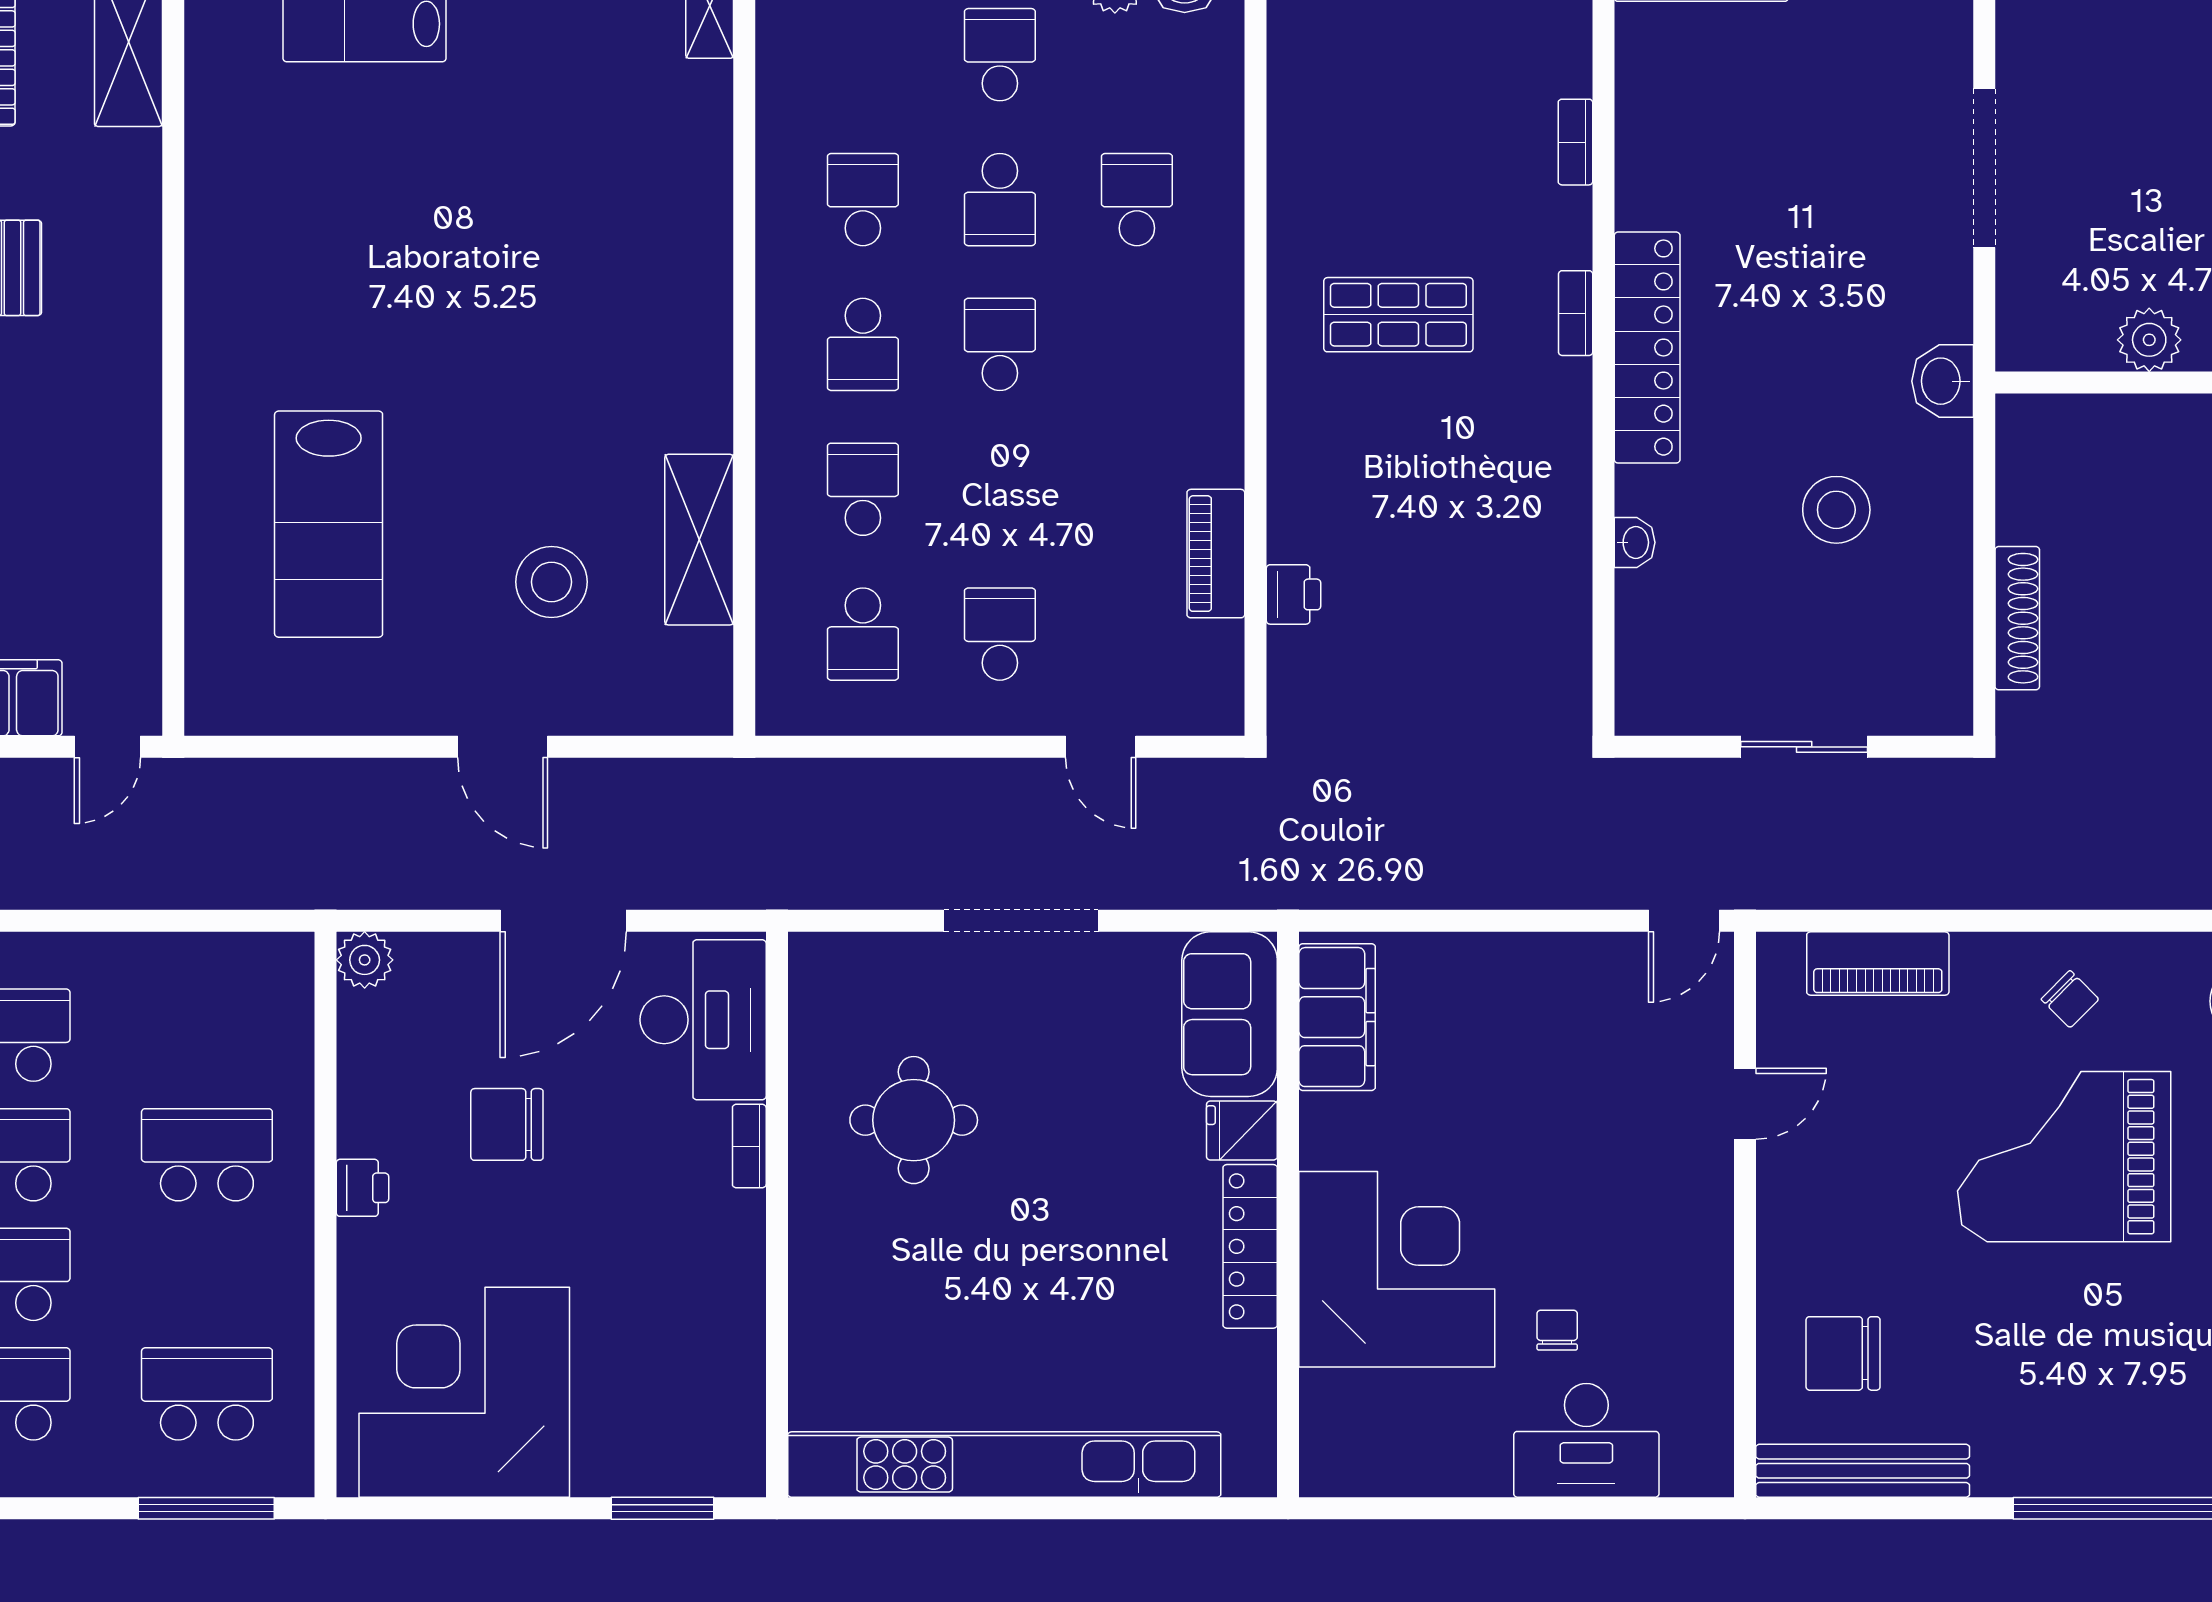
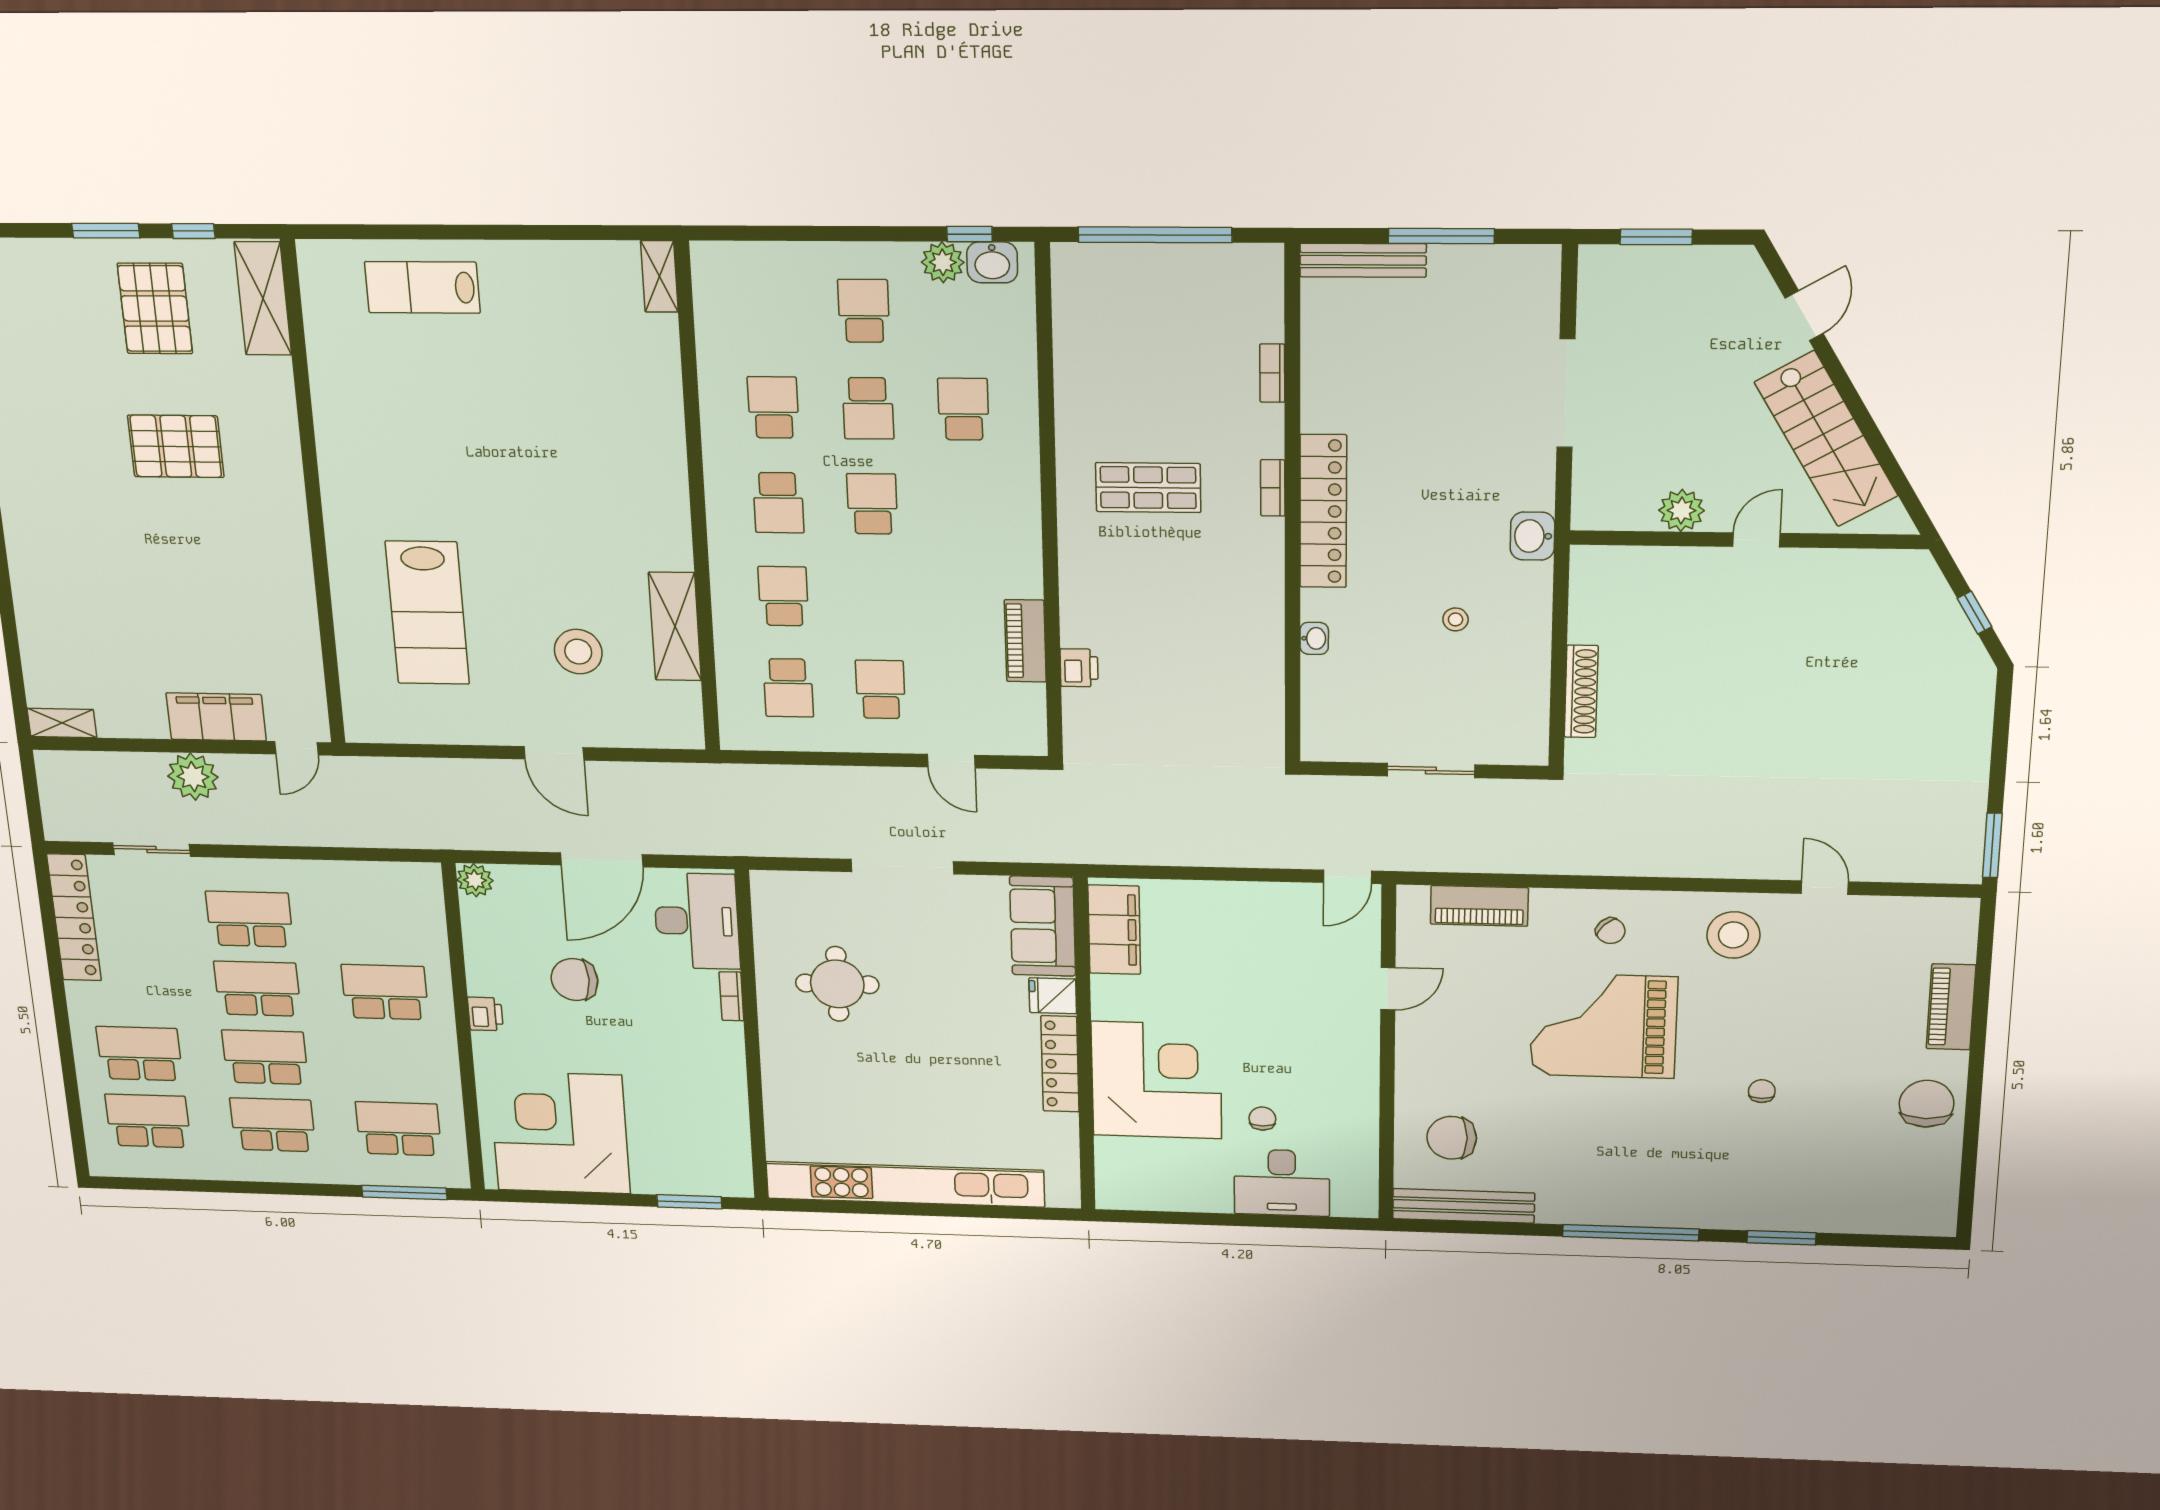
stool: (1836, 510) -> (1456, 619), width x0.53, depth x0.53

